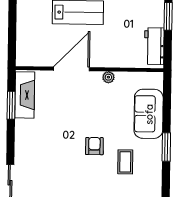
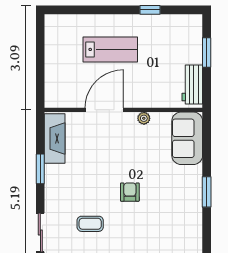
window: (11, 105) -> (40, 169), moved
sofa: (149, 114) -> (187, 138), moved
coffee table: (125, 162) -> (90, 224), moved, turned 90

